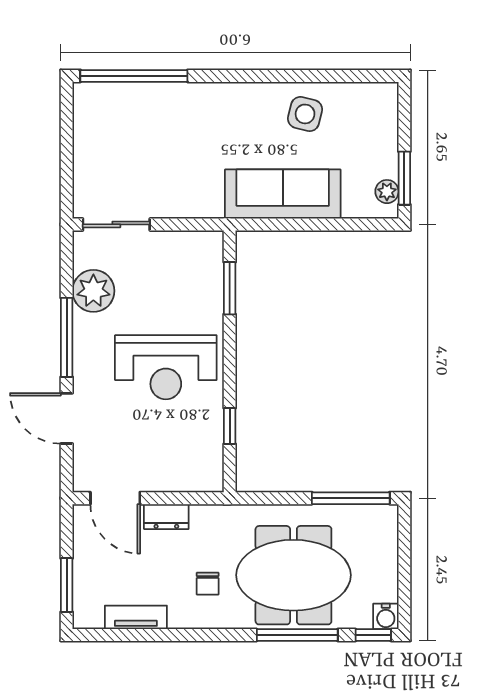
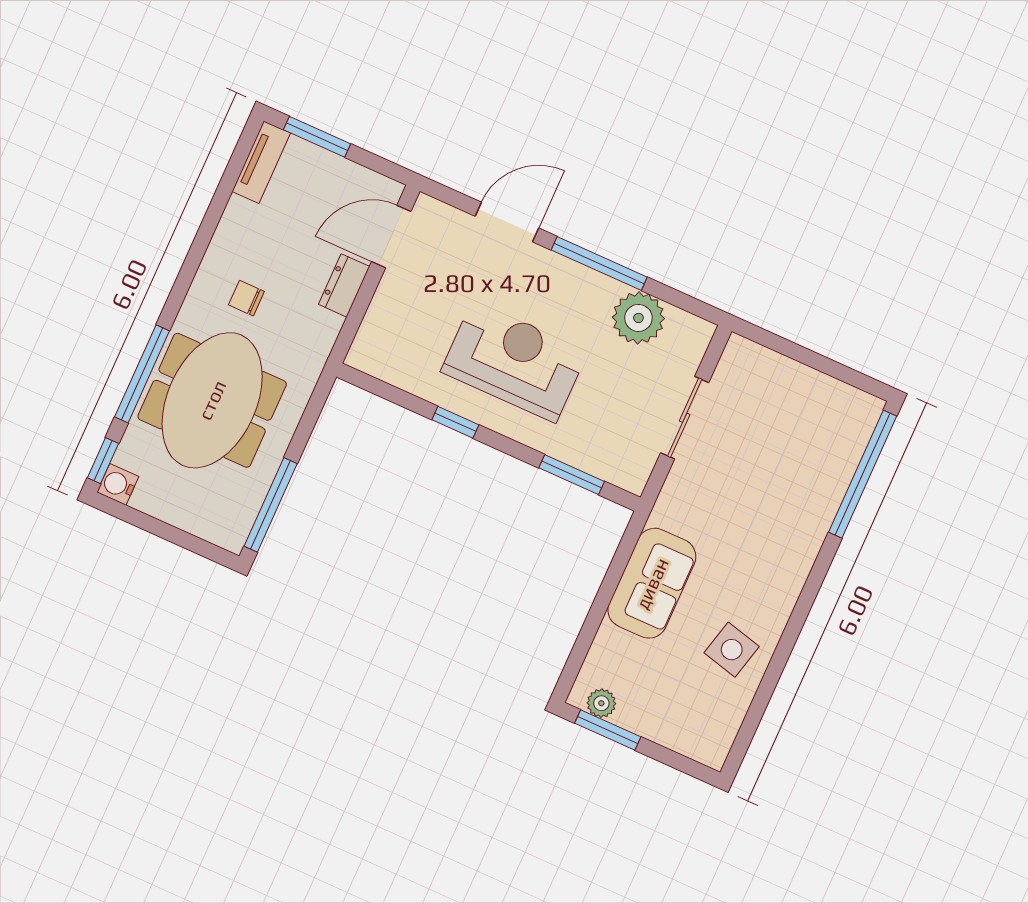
sofa: (283, 194) -> (652, 583), width x0.73
sliding door: (116, 224) -> (685, 418), moved
reception desk: (166, 367) -> (514, 361), turned 90
window: (230, 426) -> (455, 422), moved
tv unit: (136, 617) -> (261, 162), moved

